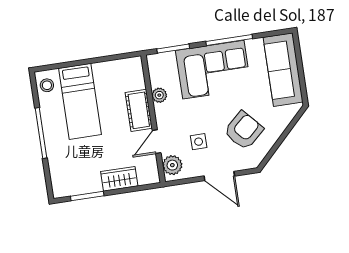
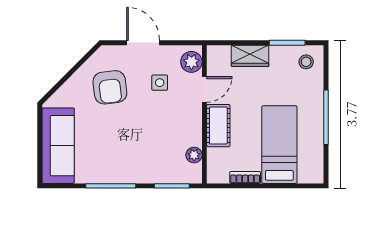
bookcase: (107, 66) -> (245, 177), added
corner sofa: (213, 70) -> (132, 157), removed
stool: (47, 85) -> (306, 62), moved
plant: (159, 95) -> (194, 155), moved
armchair: (244, 130) -> (110, 87), turned -55

